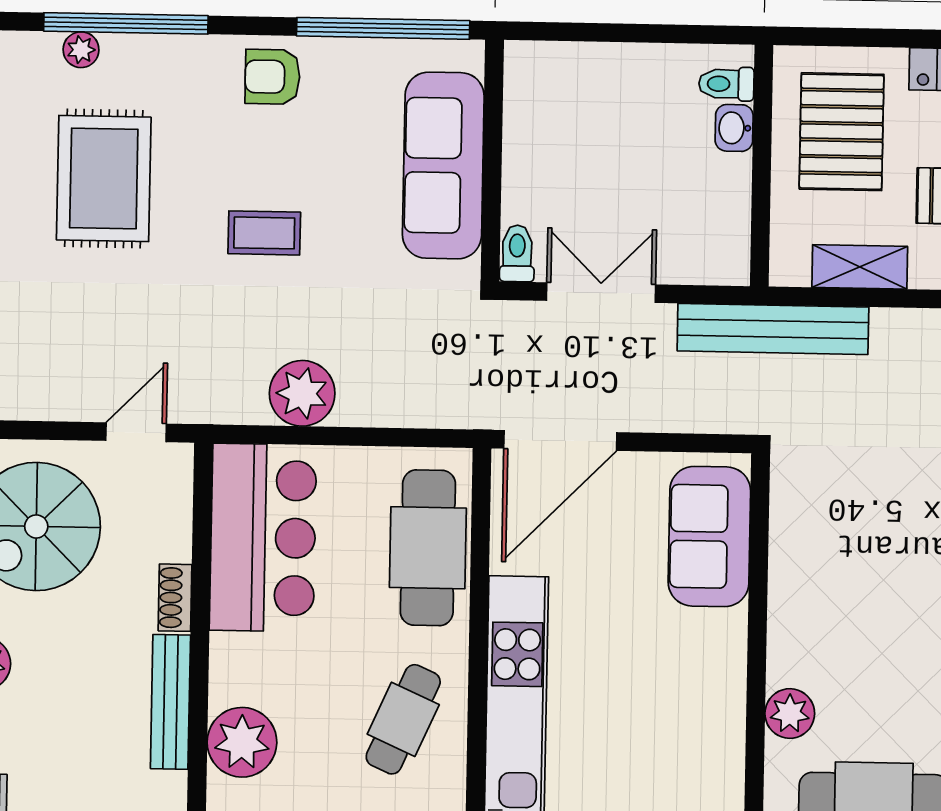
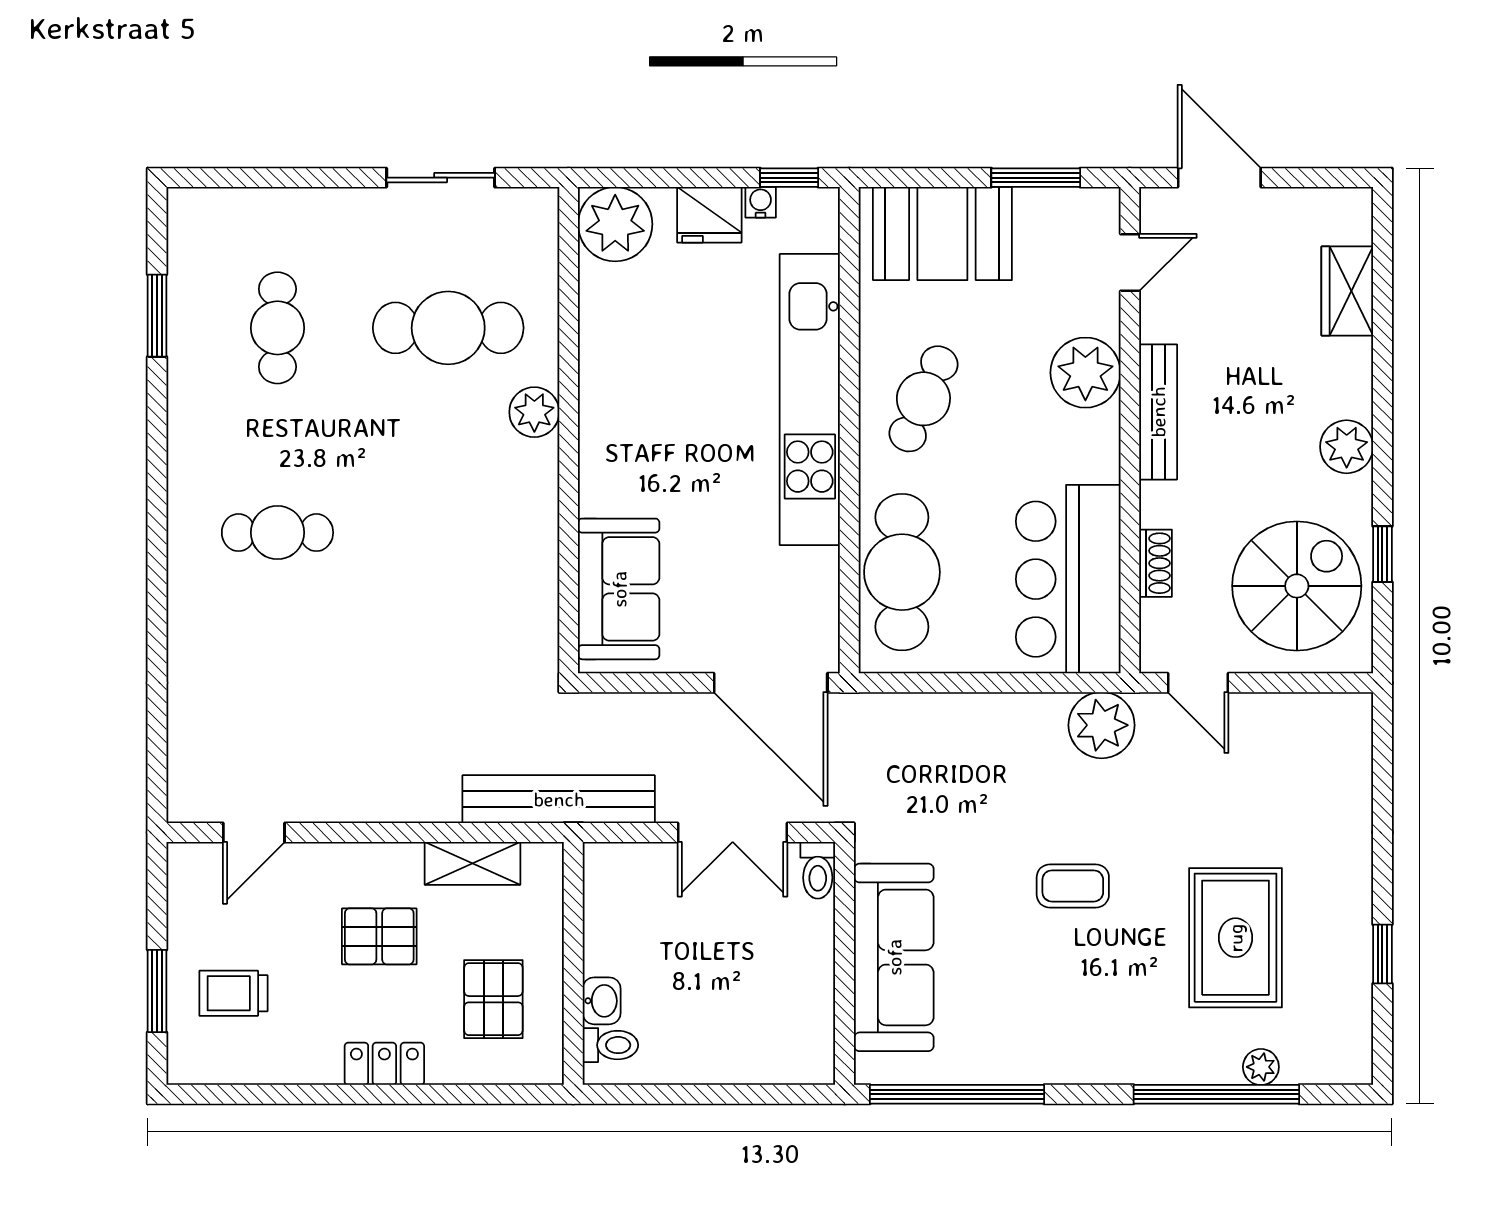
armchair: (272, 77) -> (1068, 1043), removed
pallet: (842, 132) -> (493, 999), width x0.67, depth x0.71
plant: (302, 393) -> (1102, 725), moved
door: (136, 432) -> (1198, 683), hinge flipped
door: (560, 440) -> (771, 683), swing flipped
shoe rack: (175, 598) -> (1156, 563), moved

